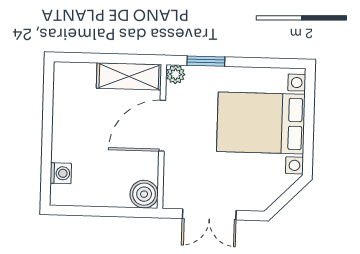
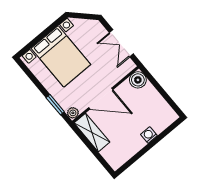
washing machine: (61, 173) -> (149, 135), moved
double door: (209, 214) -> (121, 43), swing flipped

